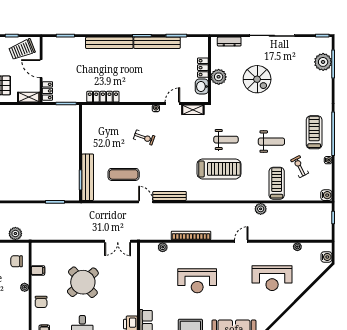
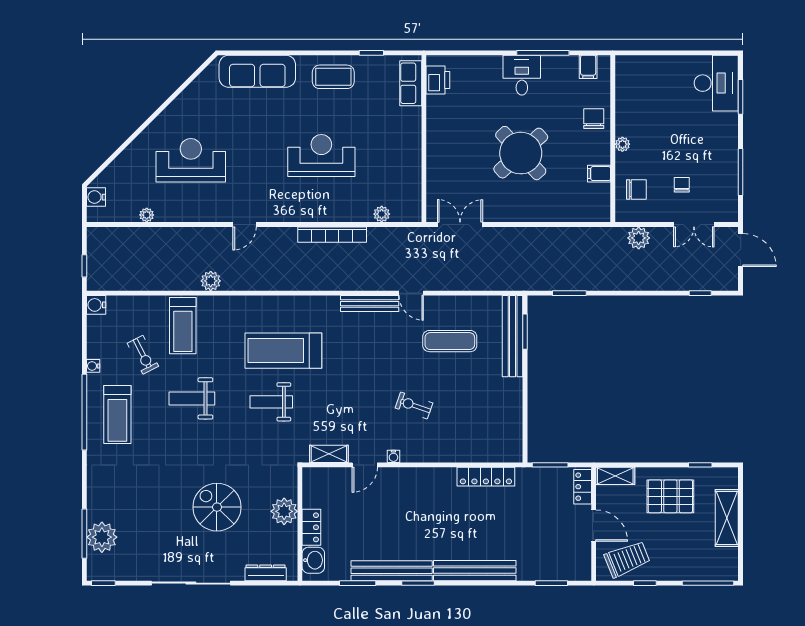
washbasin: (202, 86) -> (313, 560), moved

